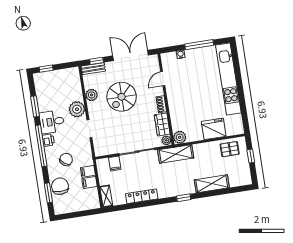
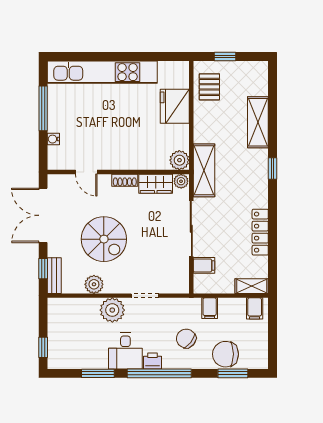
filing cabinet: (89, 183) -> (255, 308), moved

